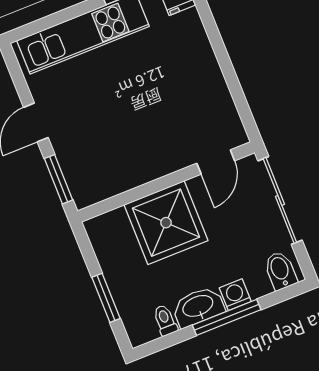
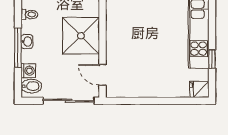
washing machine: (235, 295) -> (28, 71), moved
washbasin: (198, 307) -> (27, 42), width x0.52, depth x0.69

